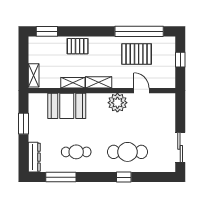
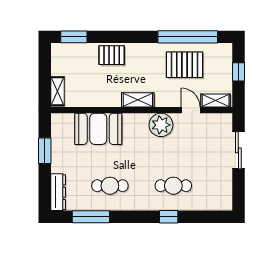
shelving: (73, 83) -> (216, 100), moved
sliding door: (180, 147) -> (238, 150), moved
cafe table: (128, 152) -> (173, 186), width x0.73, depth x0.74

